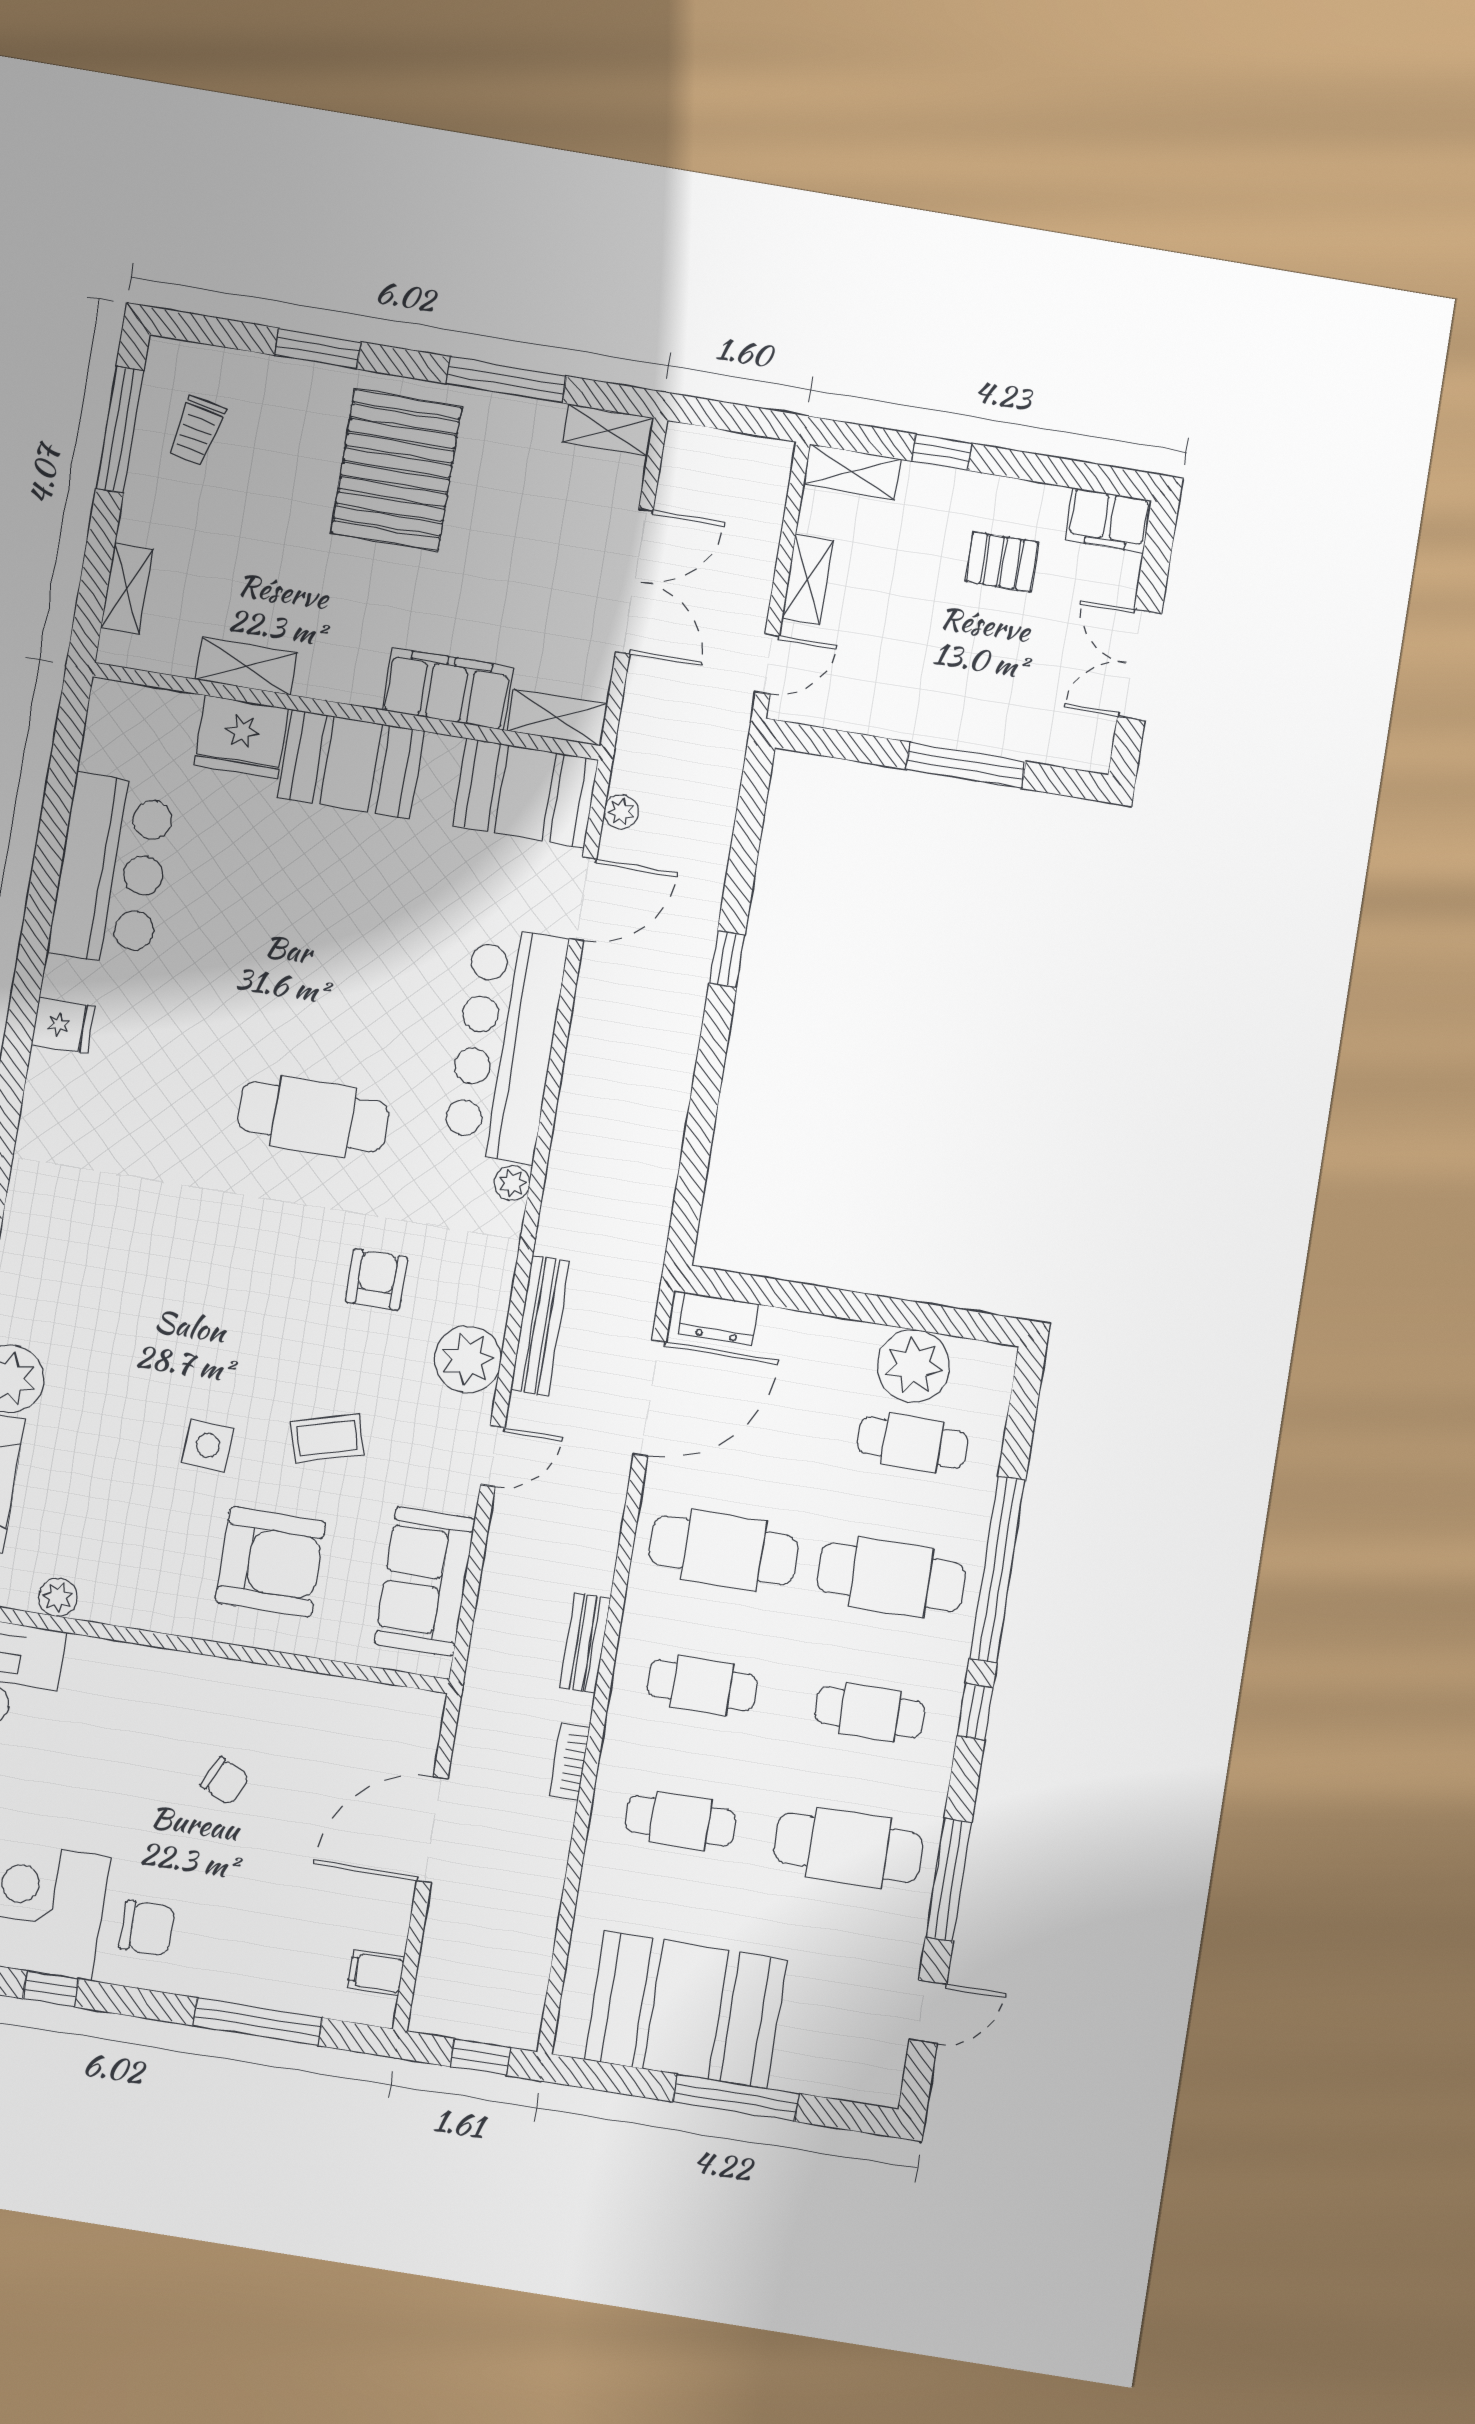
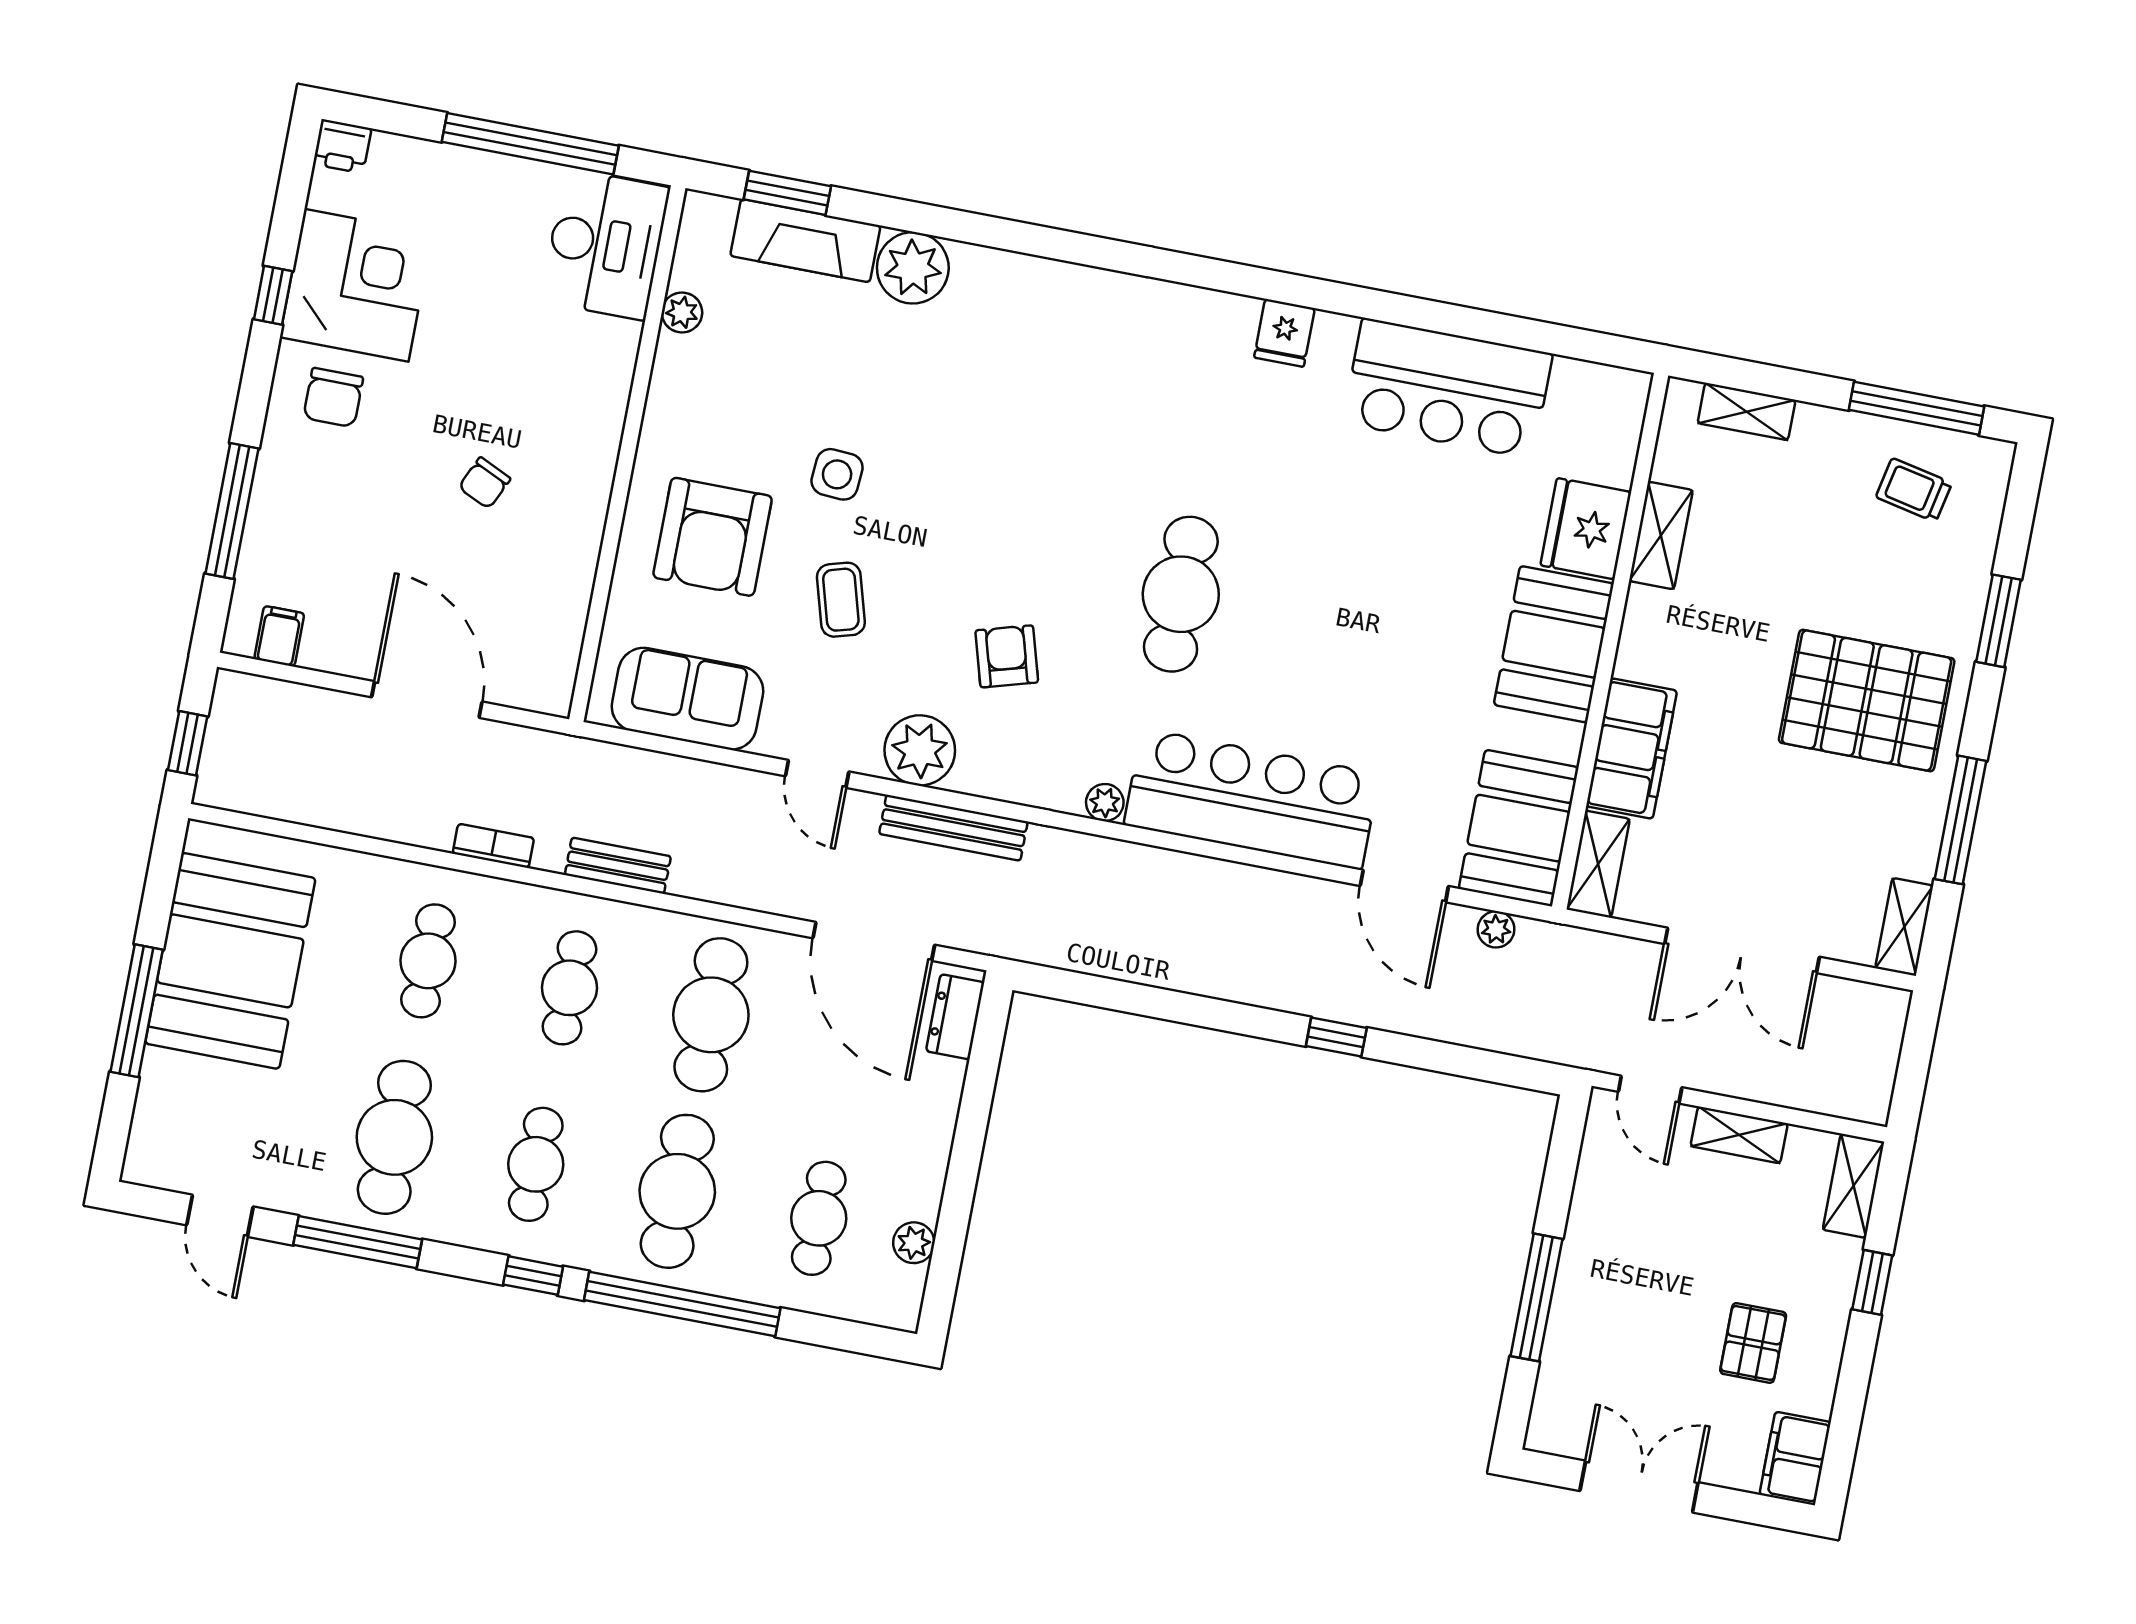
armchair: (376, 1280) -> (1007, 656), turned -106
plant: (913, 1366) -> (914, 1243), width x0.53, depth x0.53

